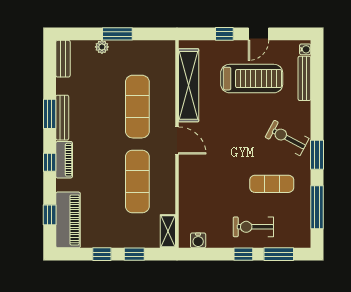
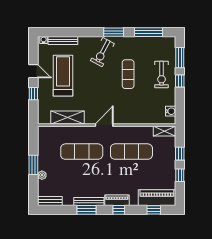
shelving: (189, 85) -> (68, 118), width x0.68
exercise mat: (272, 184) -> (128, 74), moved

